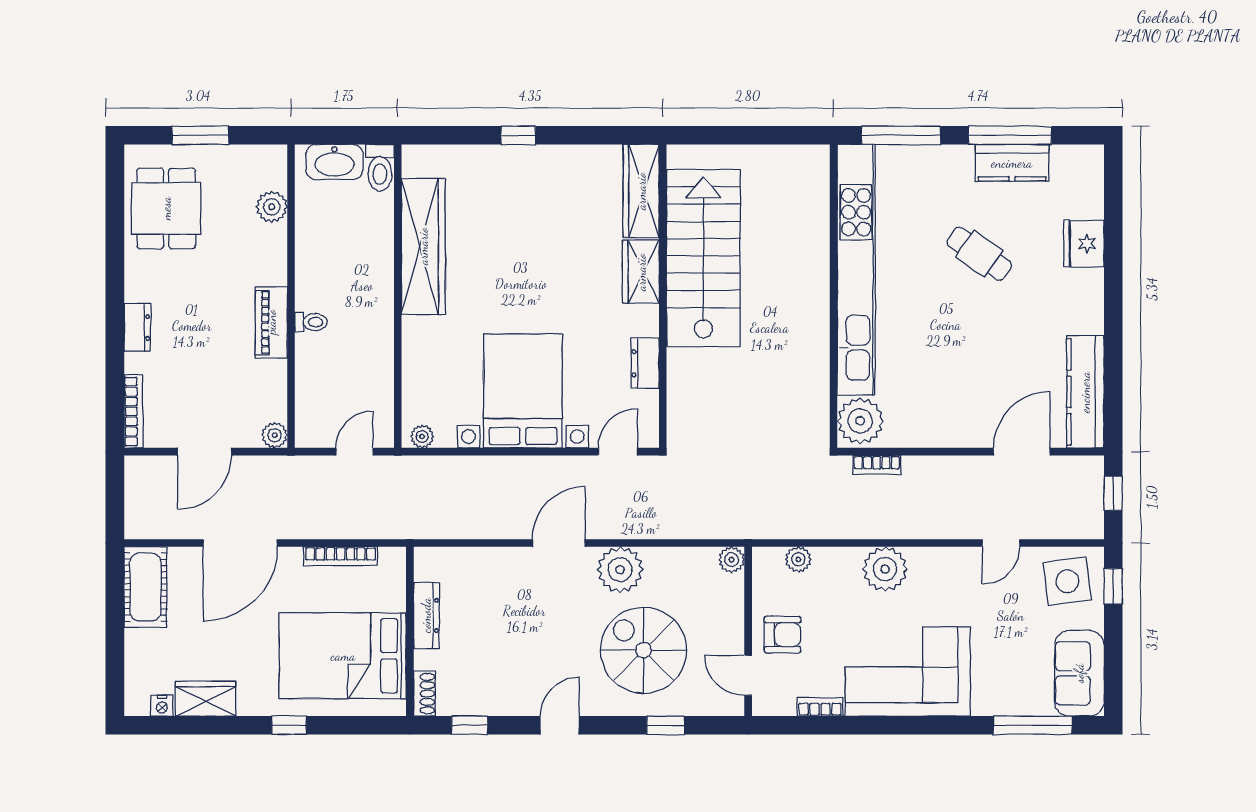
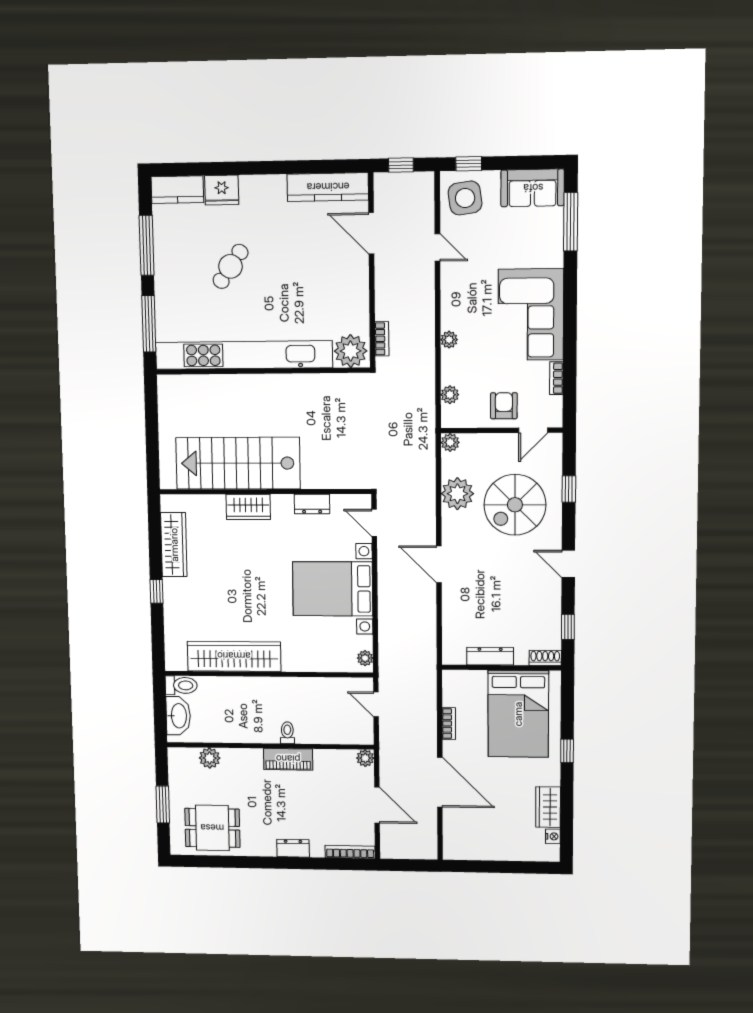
kitchen counter: (1012, 163) -> (177, 190), moved, turned 90
wardrobe: (641, 191) -> (174, 545), moved, turned -90
bookcase: (341, 556) -> (449, 724), width x0.64
plant: (885, 569) -> (449, 340), width x0.53, depth x0.53
plant: (620, 570) -> (457, 494), moved
cot: (145, 587) -> (470, 846), removed

